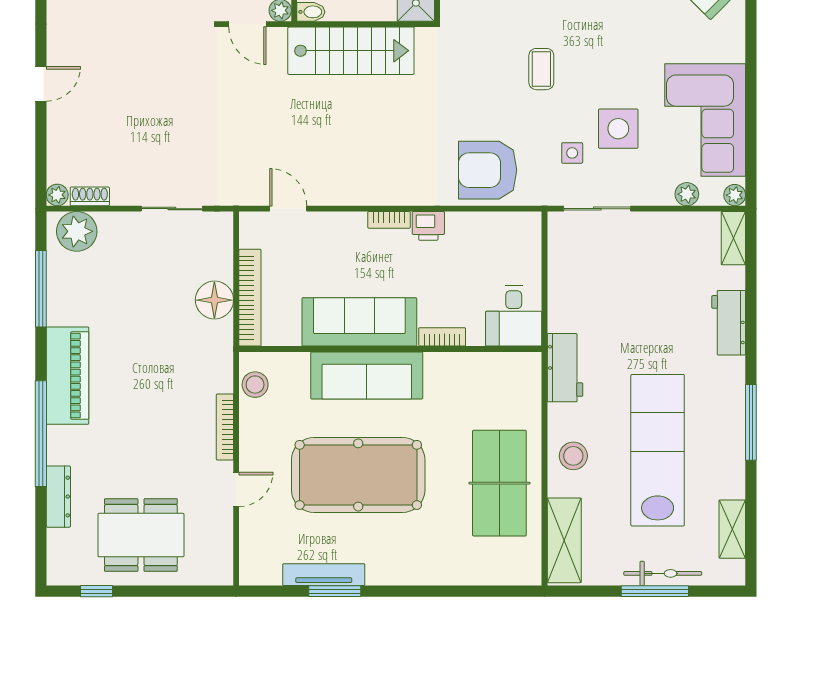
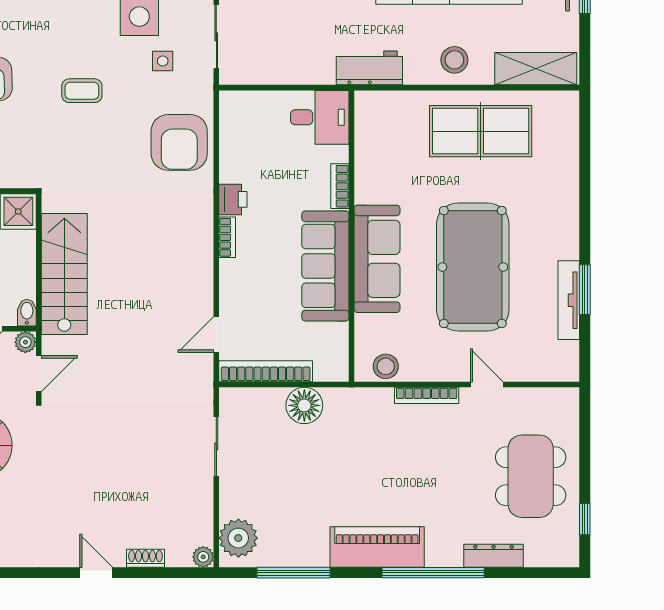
shoe rack: (90, 196) -> (145, 558), moved, turned 90
bookcase: (250, 298) -> (266, 371), moved

